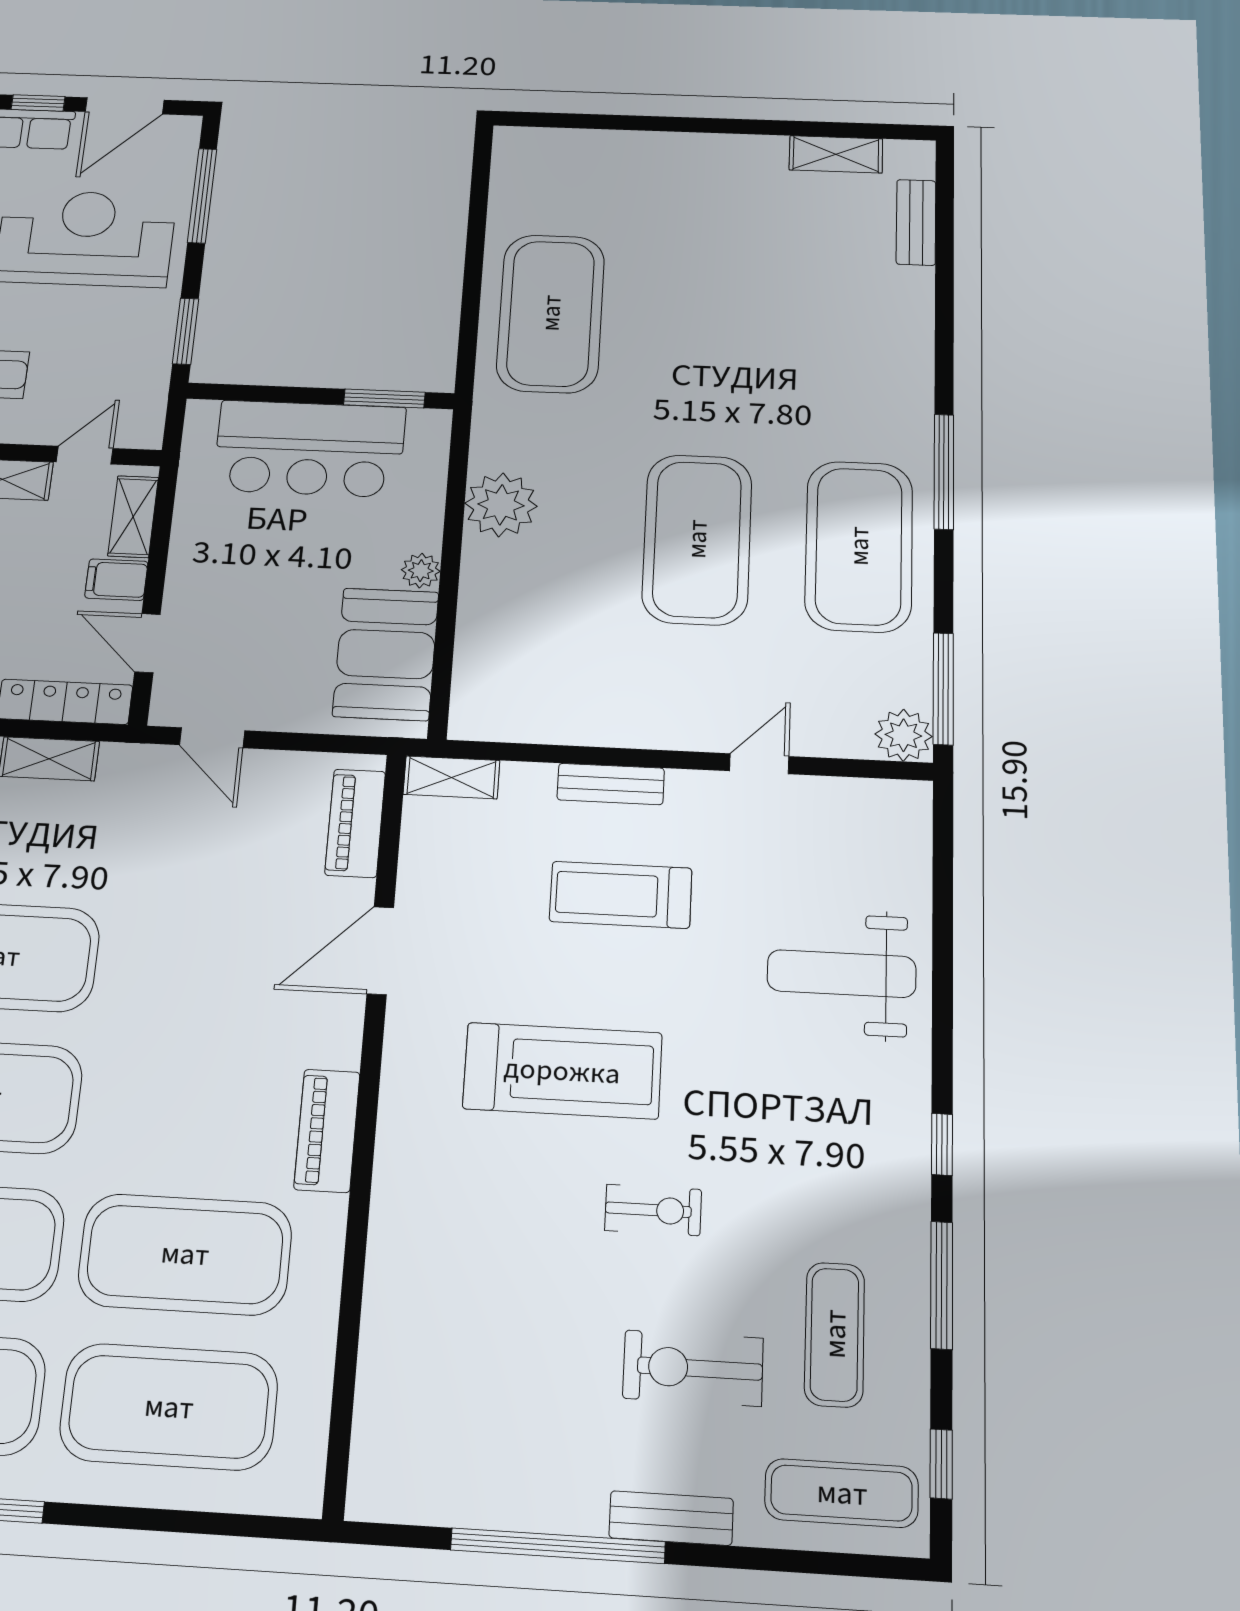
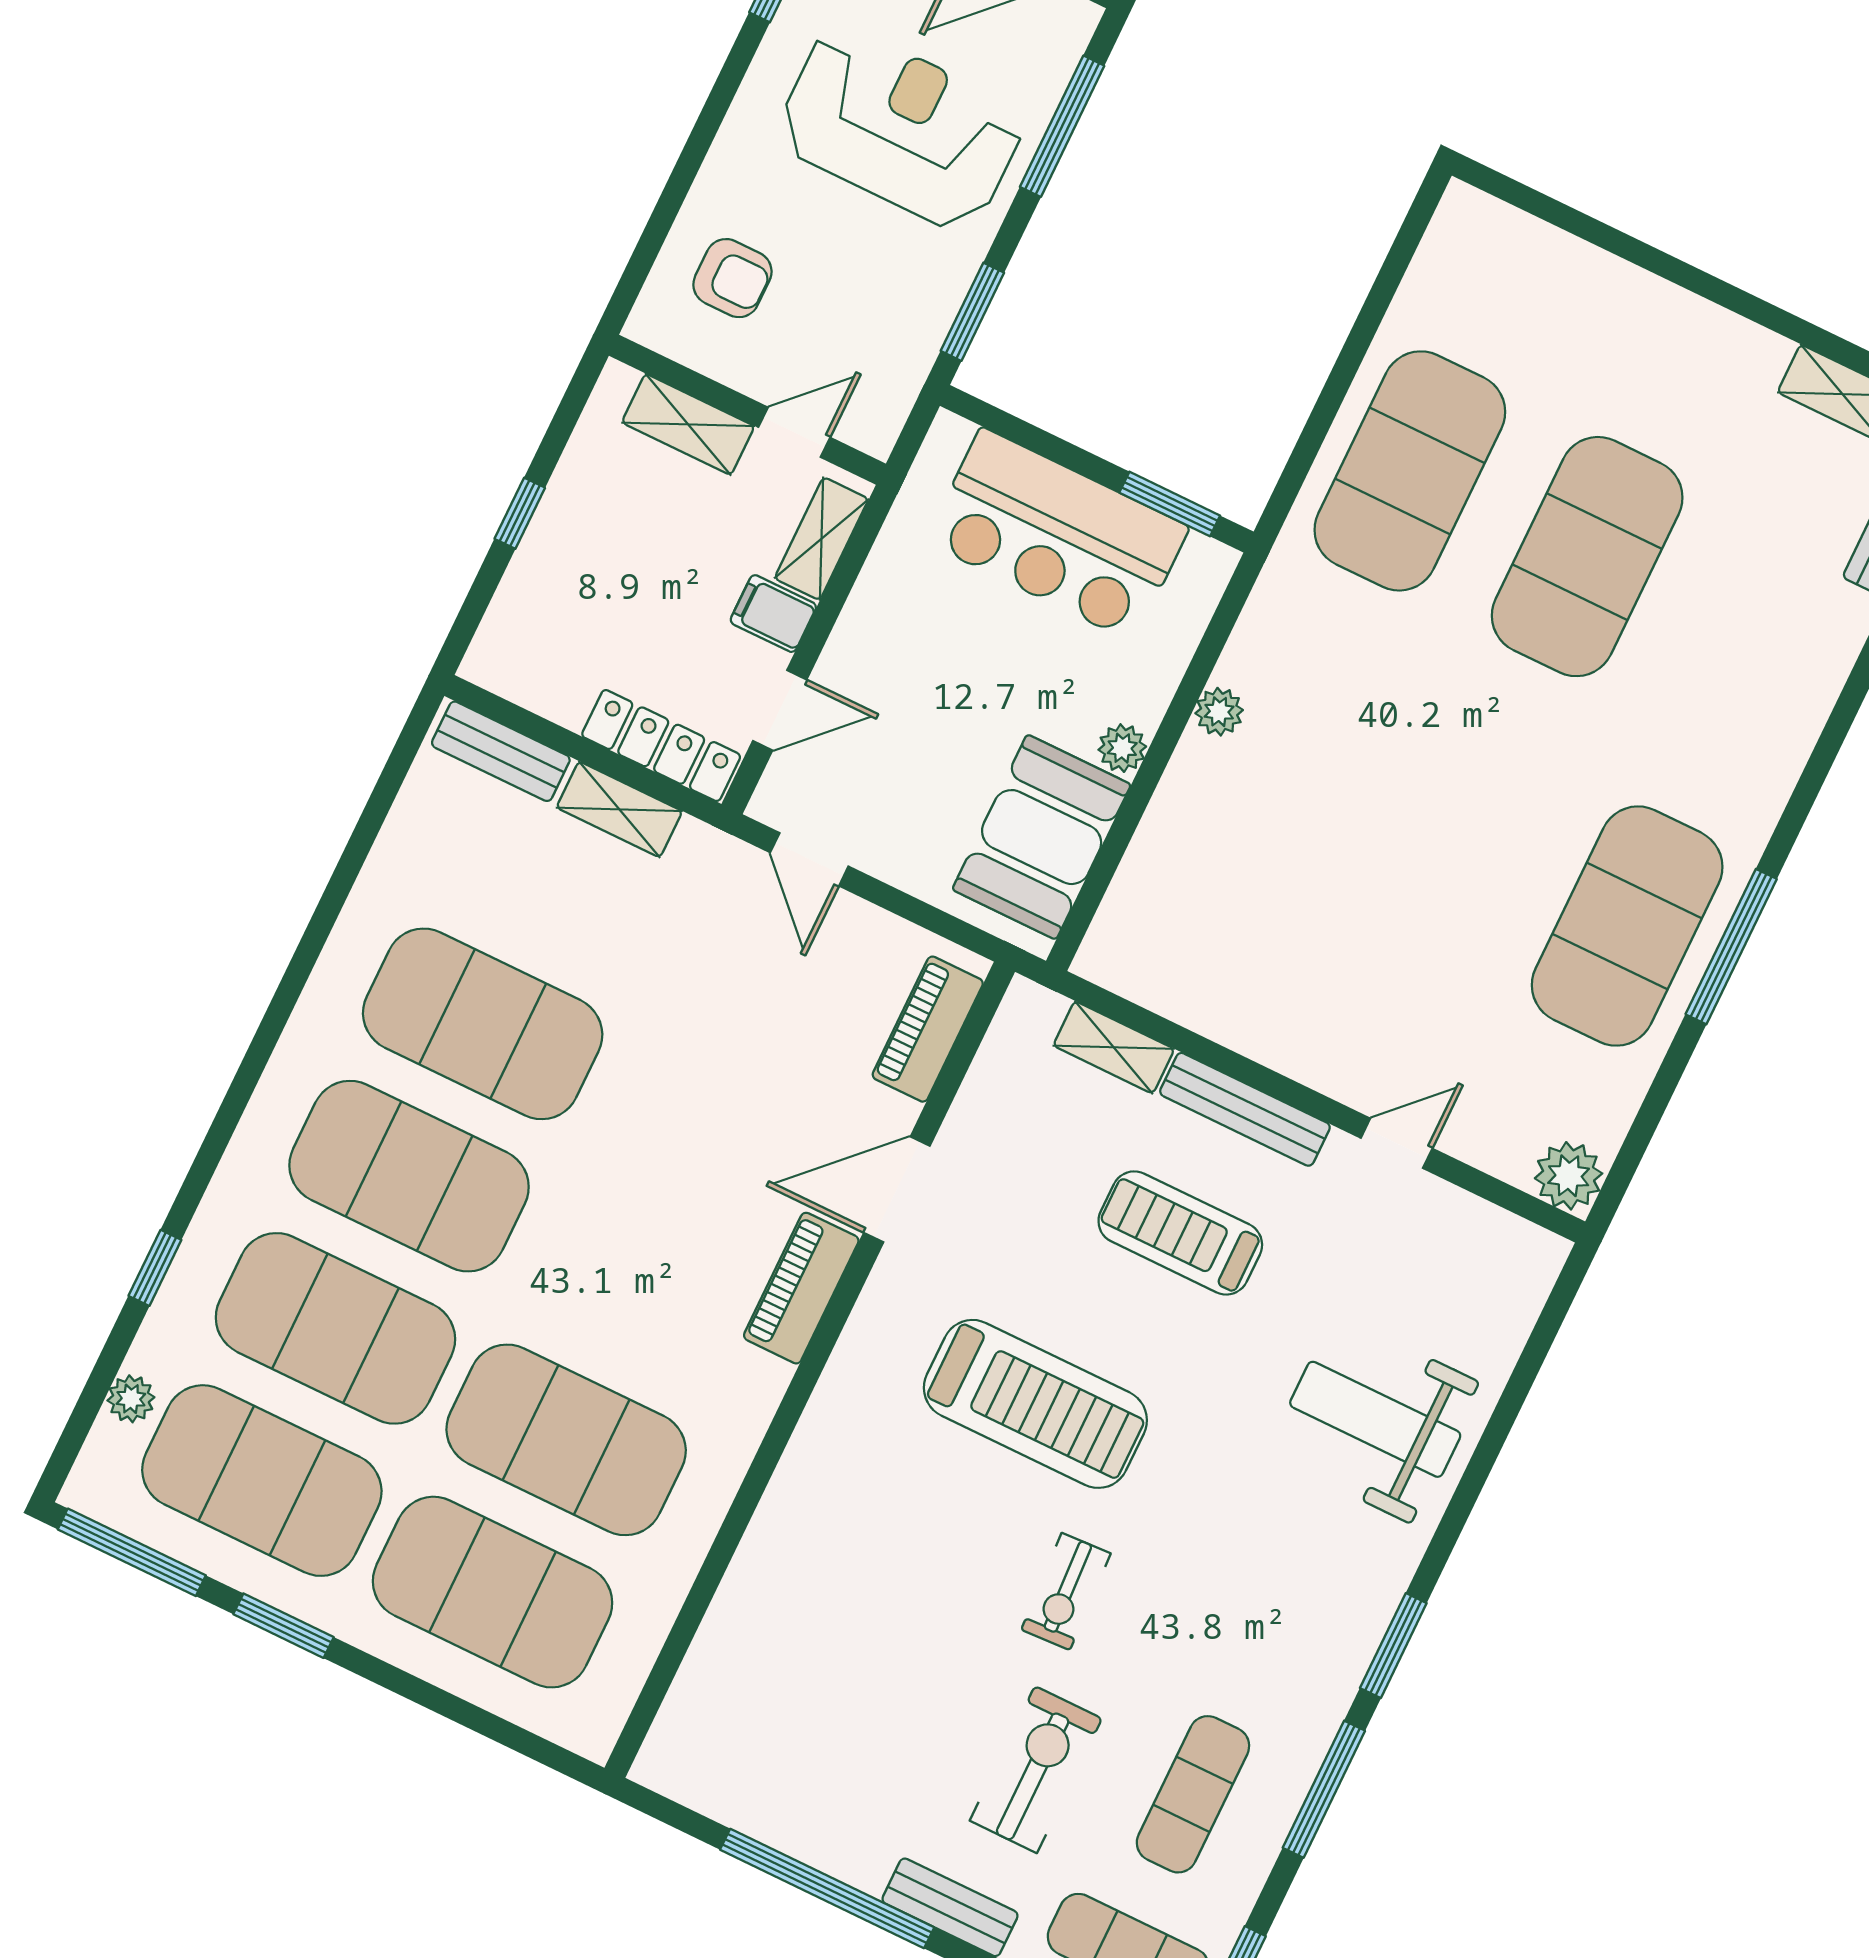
window: (944, 472) -> (1731, 947), moved
plant: (501, 505) -> (1219, 712), width x0.53, depth x0.53
exercise mat: (697, 539) -> (1587, 557), moved
door: (147, 643) -> (780, 710), swing flipped
window: (943, 689) -> (1638, 1139), removed
shelving: (451, 777) -> (1114, 1047), moved
bench: (611, 784) -> (1245, 1109), width x1.36
piano: (327, 1131) -> (801, 1288), moved
window: (942, 1144) -> (1393, 1646), width x1.50
exercise bike: (653, 1210) -> (1066, 1592), turned 87
exercise bike: (693, 1368) -> (1036, 1770), turned 90

